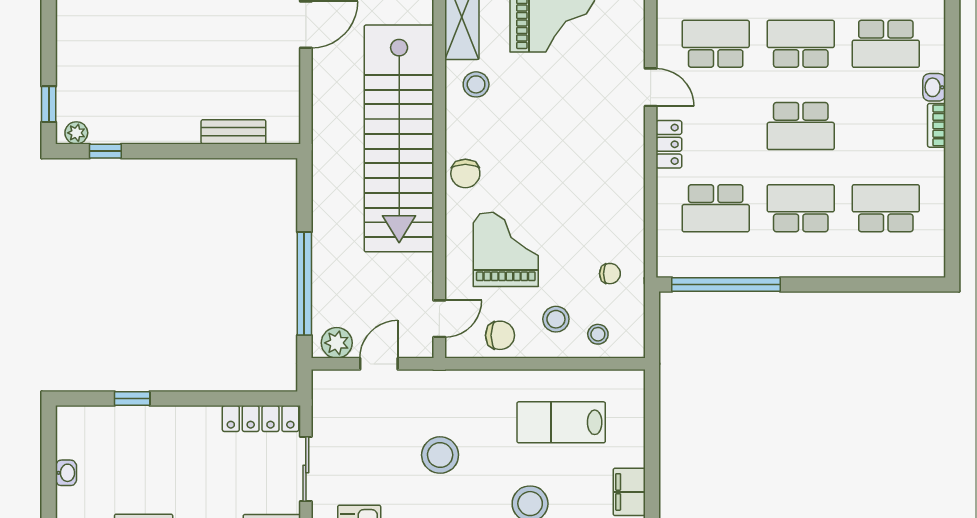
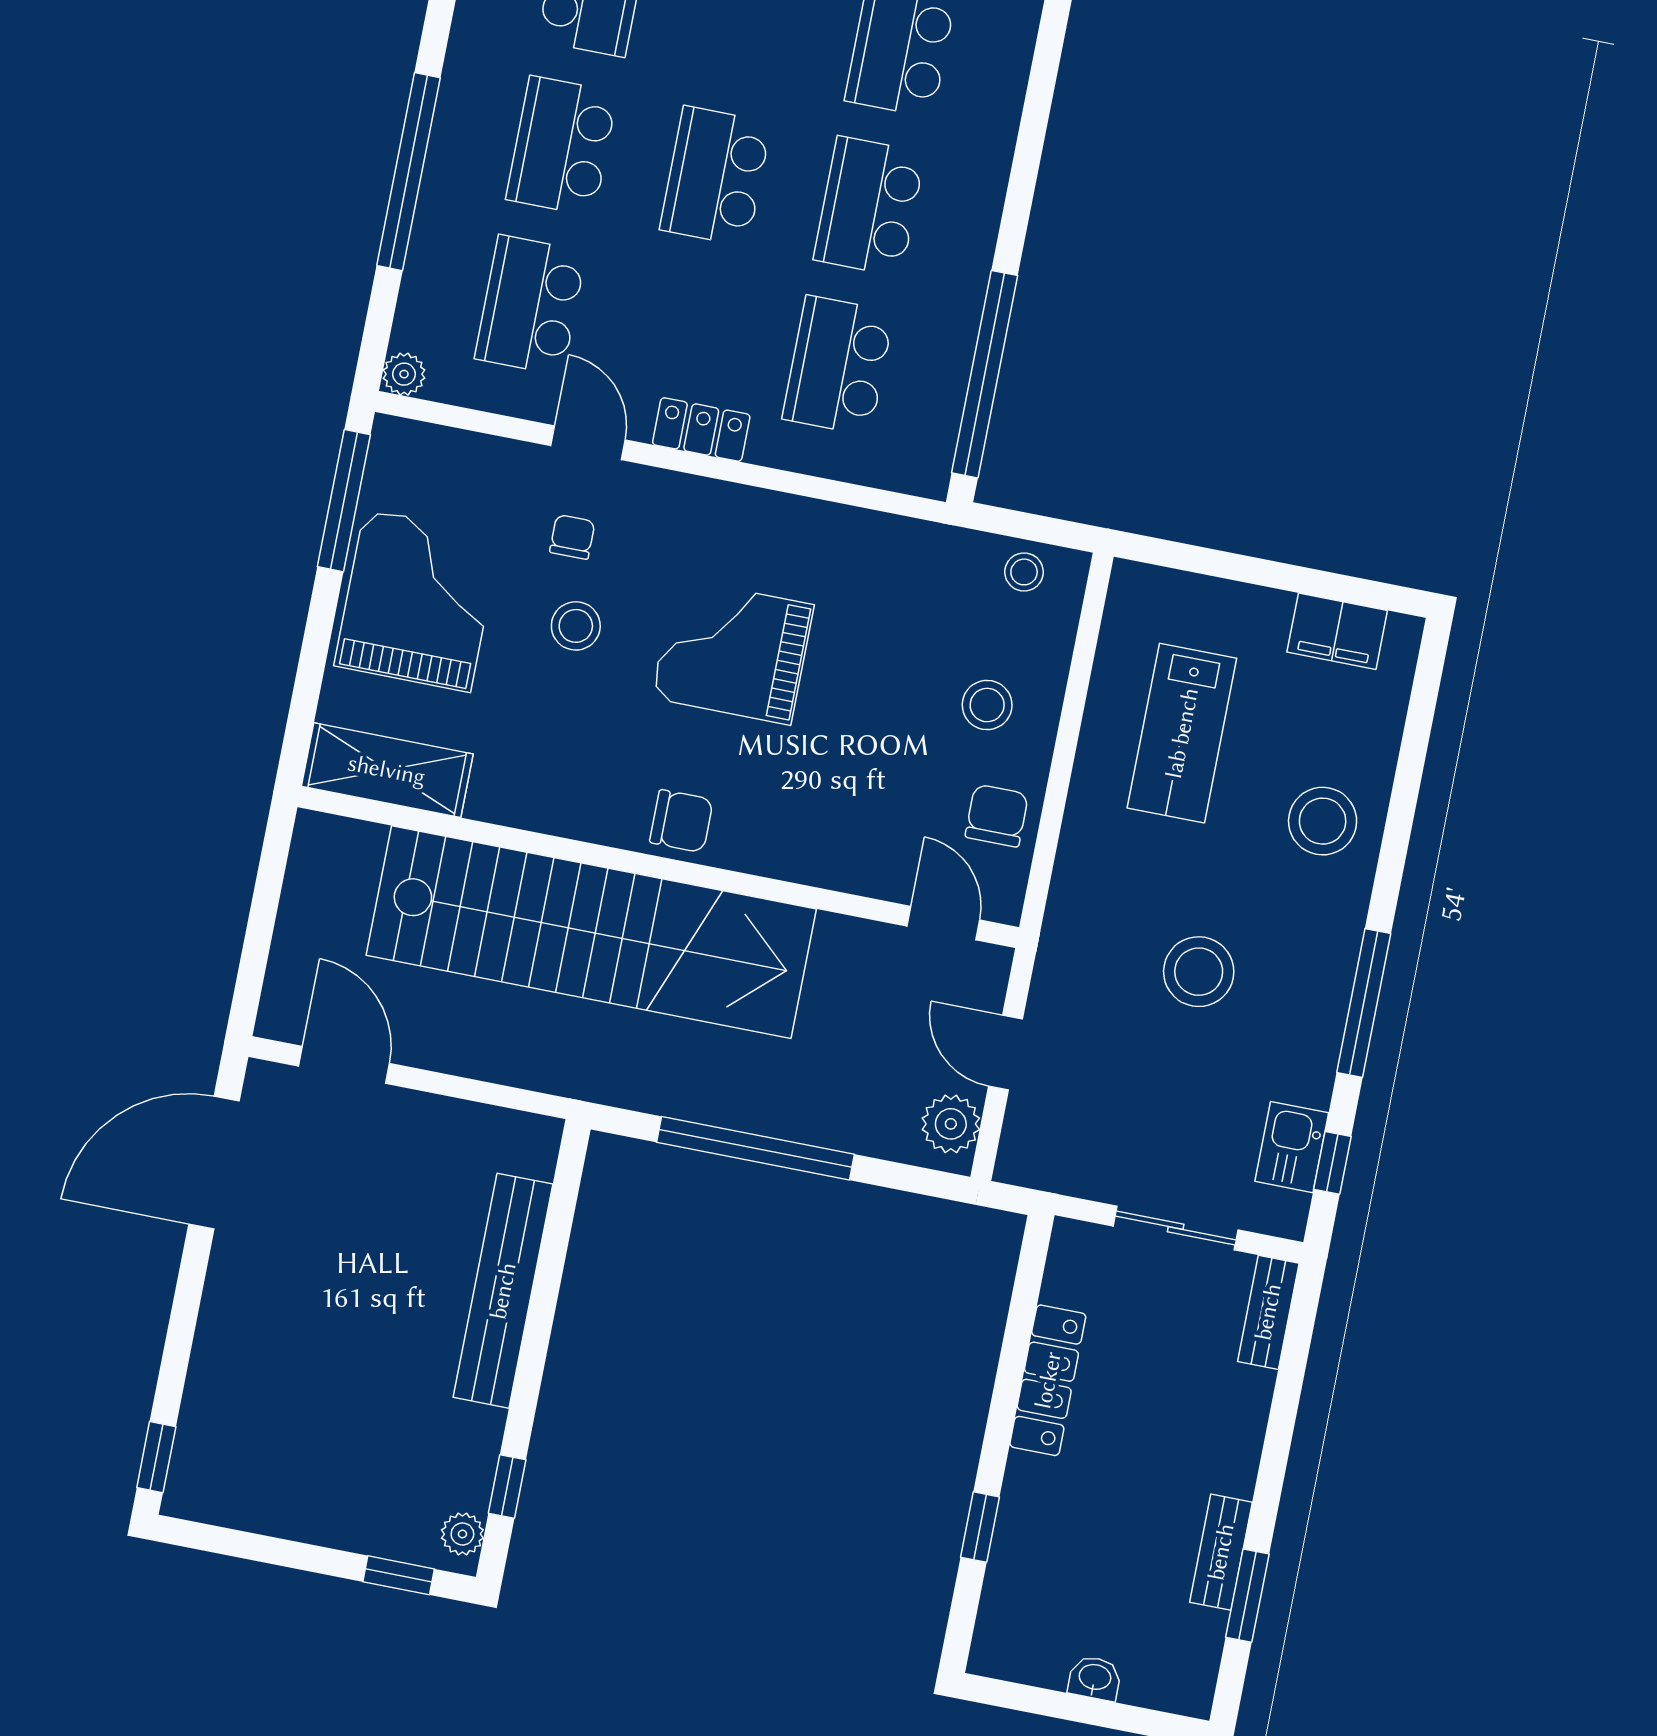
stool: (476, 84) -> (576, 626), moved
door: (651, 87) -> (588, 443), hinge flipped
school desk: (801, 126) -> (716, 176), turned 180
bench: (233, 132) -> (503, 1291), width x1.86, depth x1.21
school desk: (716, 208) -> (838, 365), turned 180
grand piano: (506, 249) -> (733, 651), moved
chair: (610, 274) -> (572, 537), moved
window: (304, 284) -> (755, 1148), moved
stool: (598, 334) -> (1024, 572), moved
locker: (261, 419) -> (1048, 1380), moved

